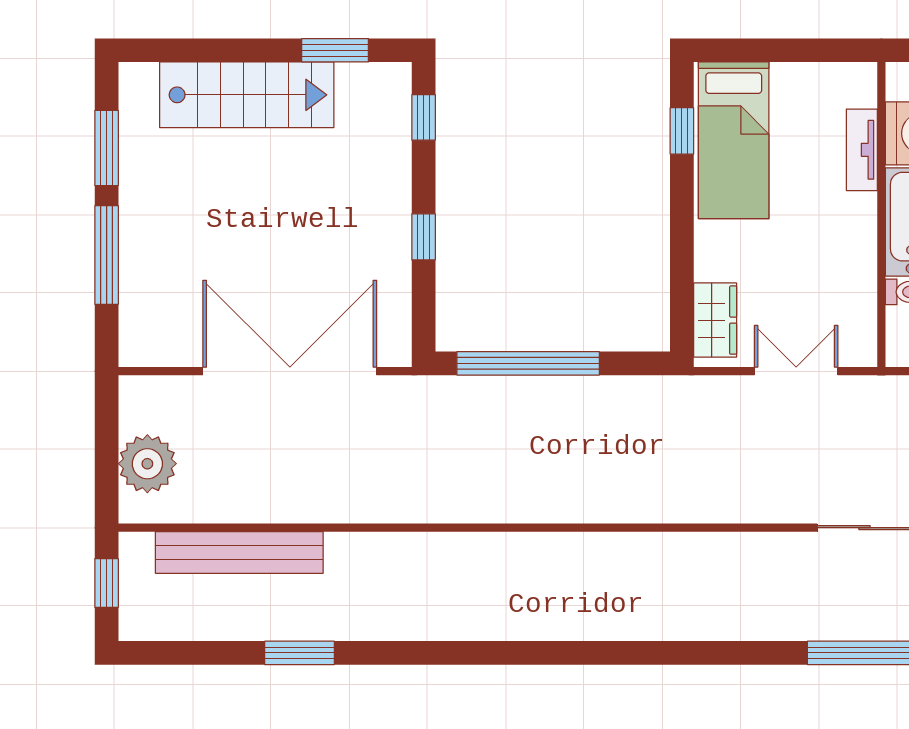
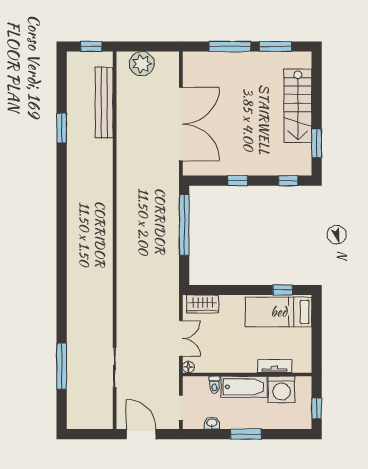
floor lamp: (864, 353) -> (188, 367), added

